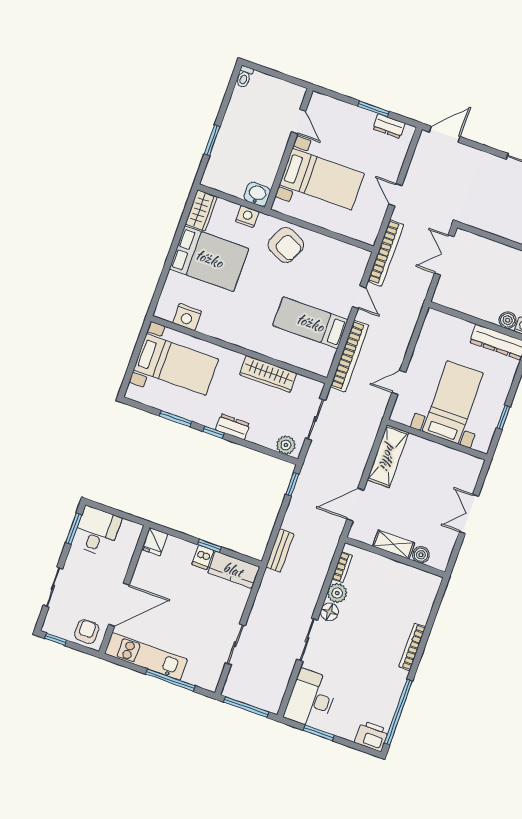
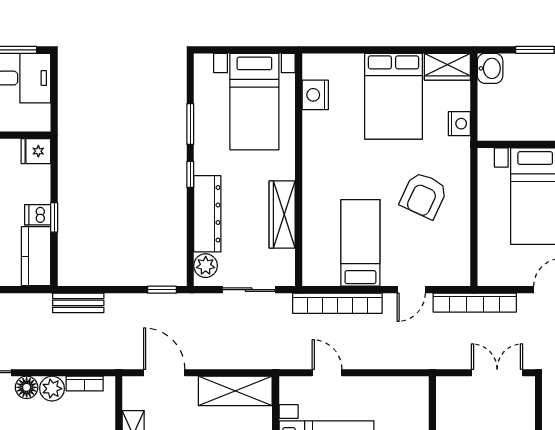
washbasin: (257, 194) -> (490, 68), moved
armchair: (286, 245) -> (424, 195), moved
dresser: (233, 427) -> (207, 214), width x1.96, depth x1.24

